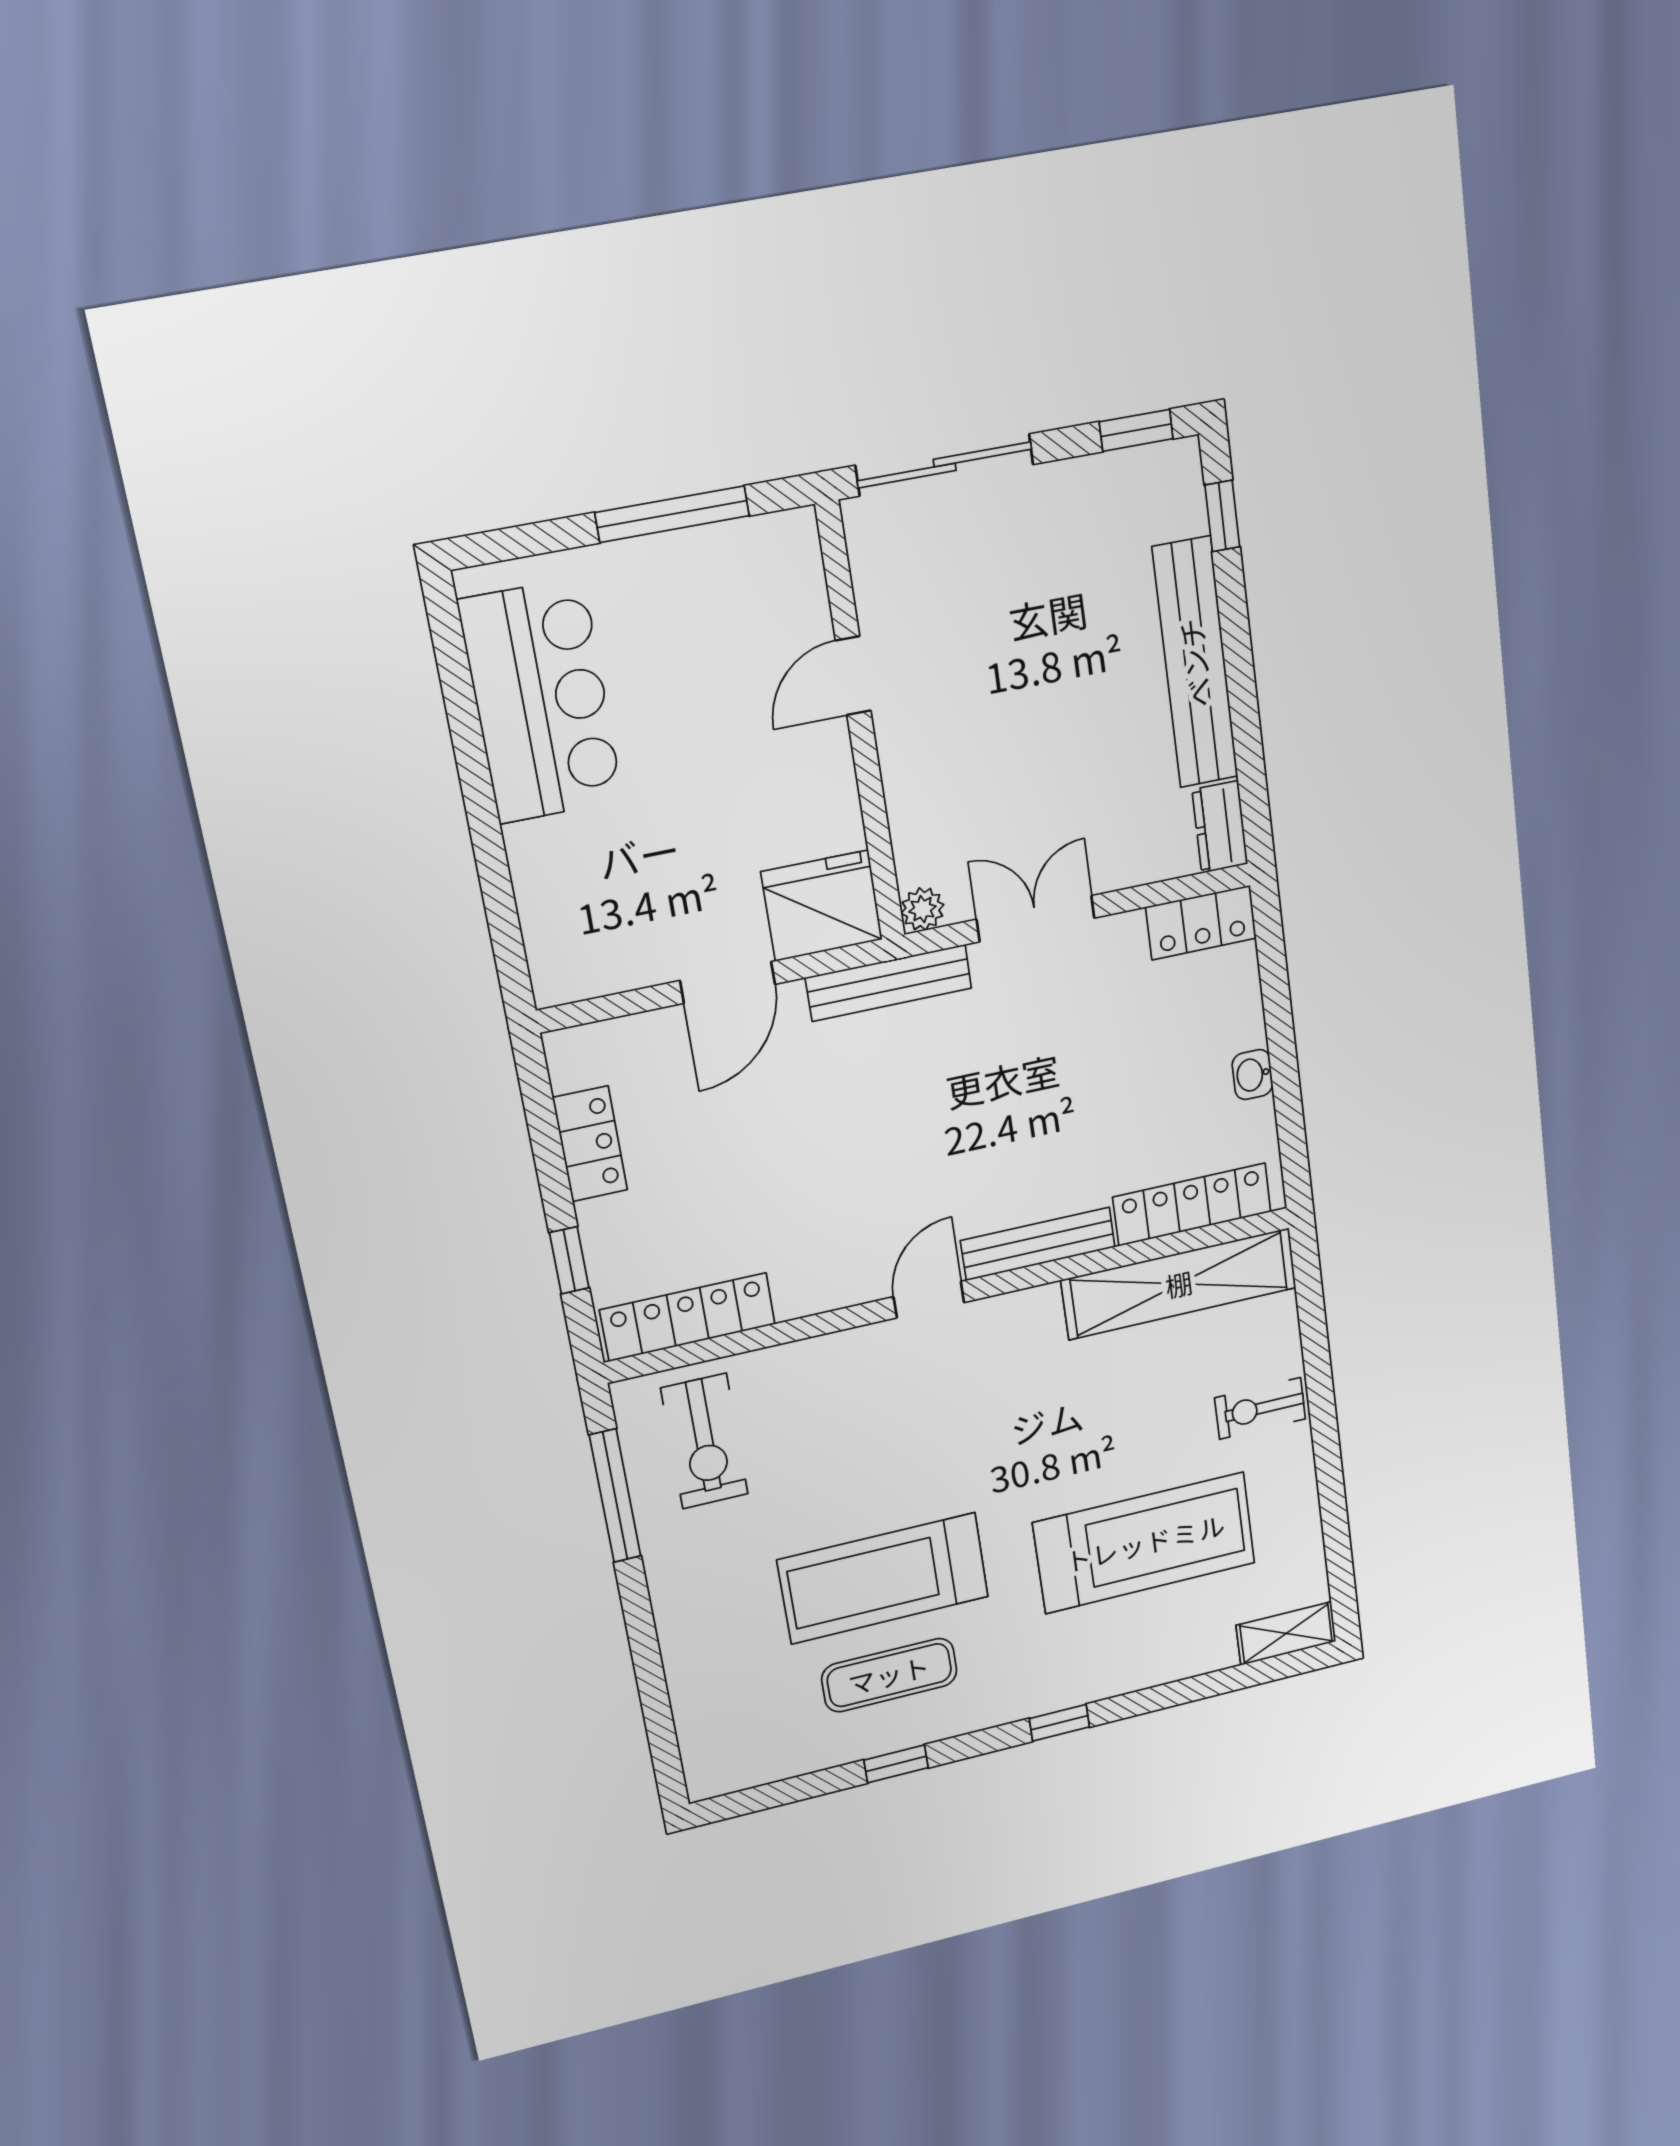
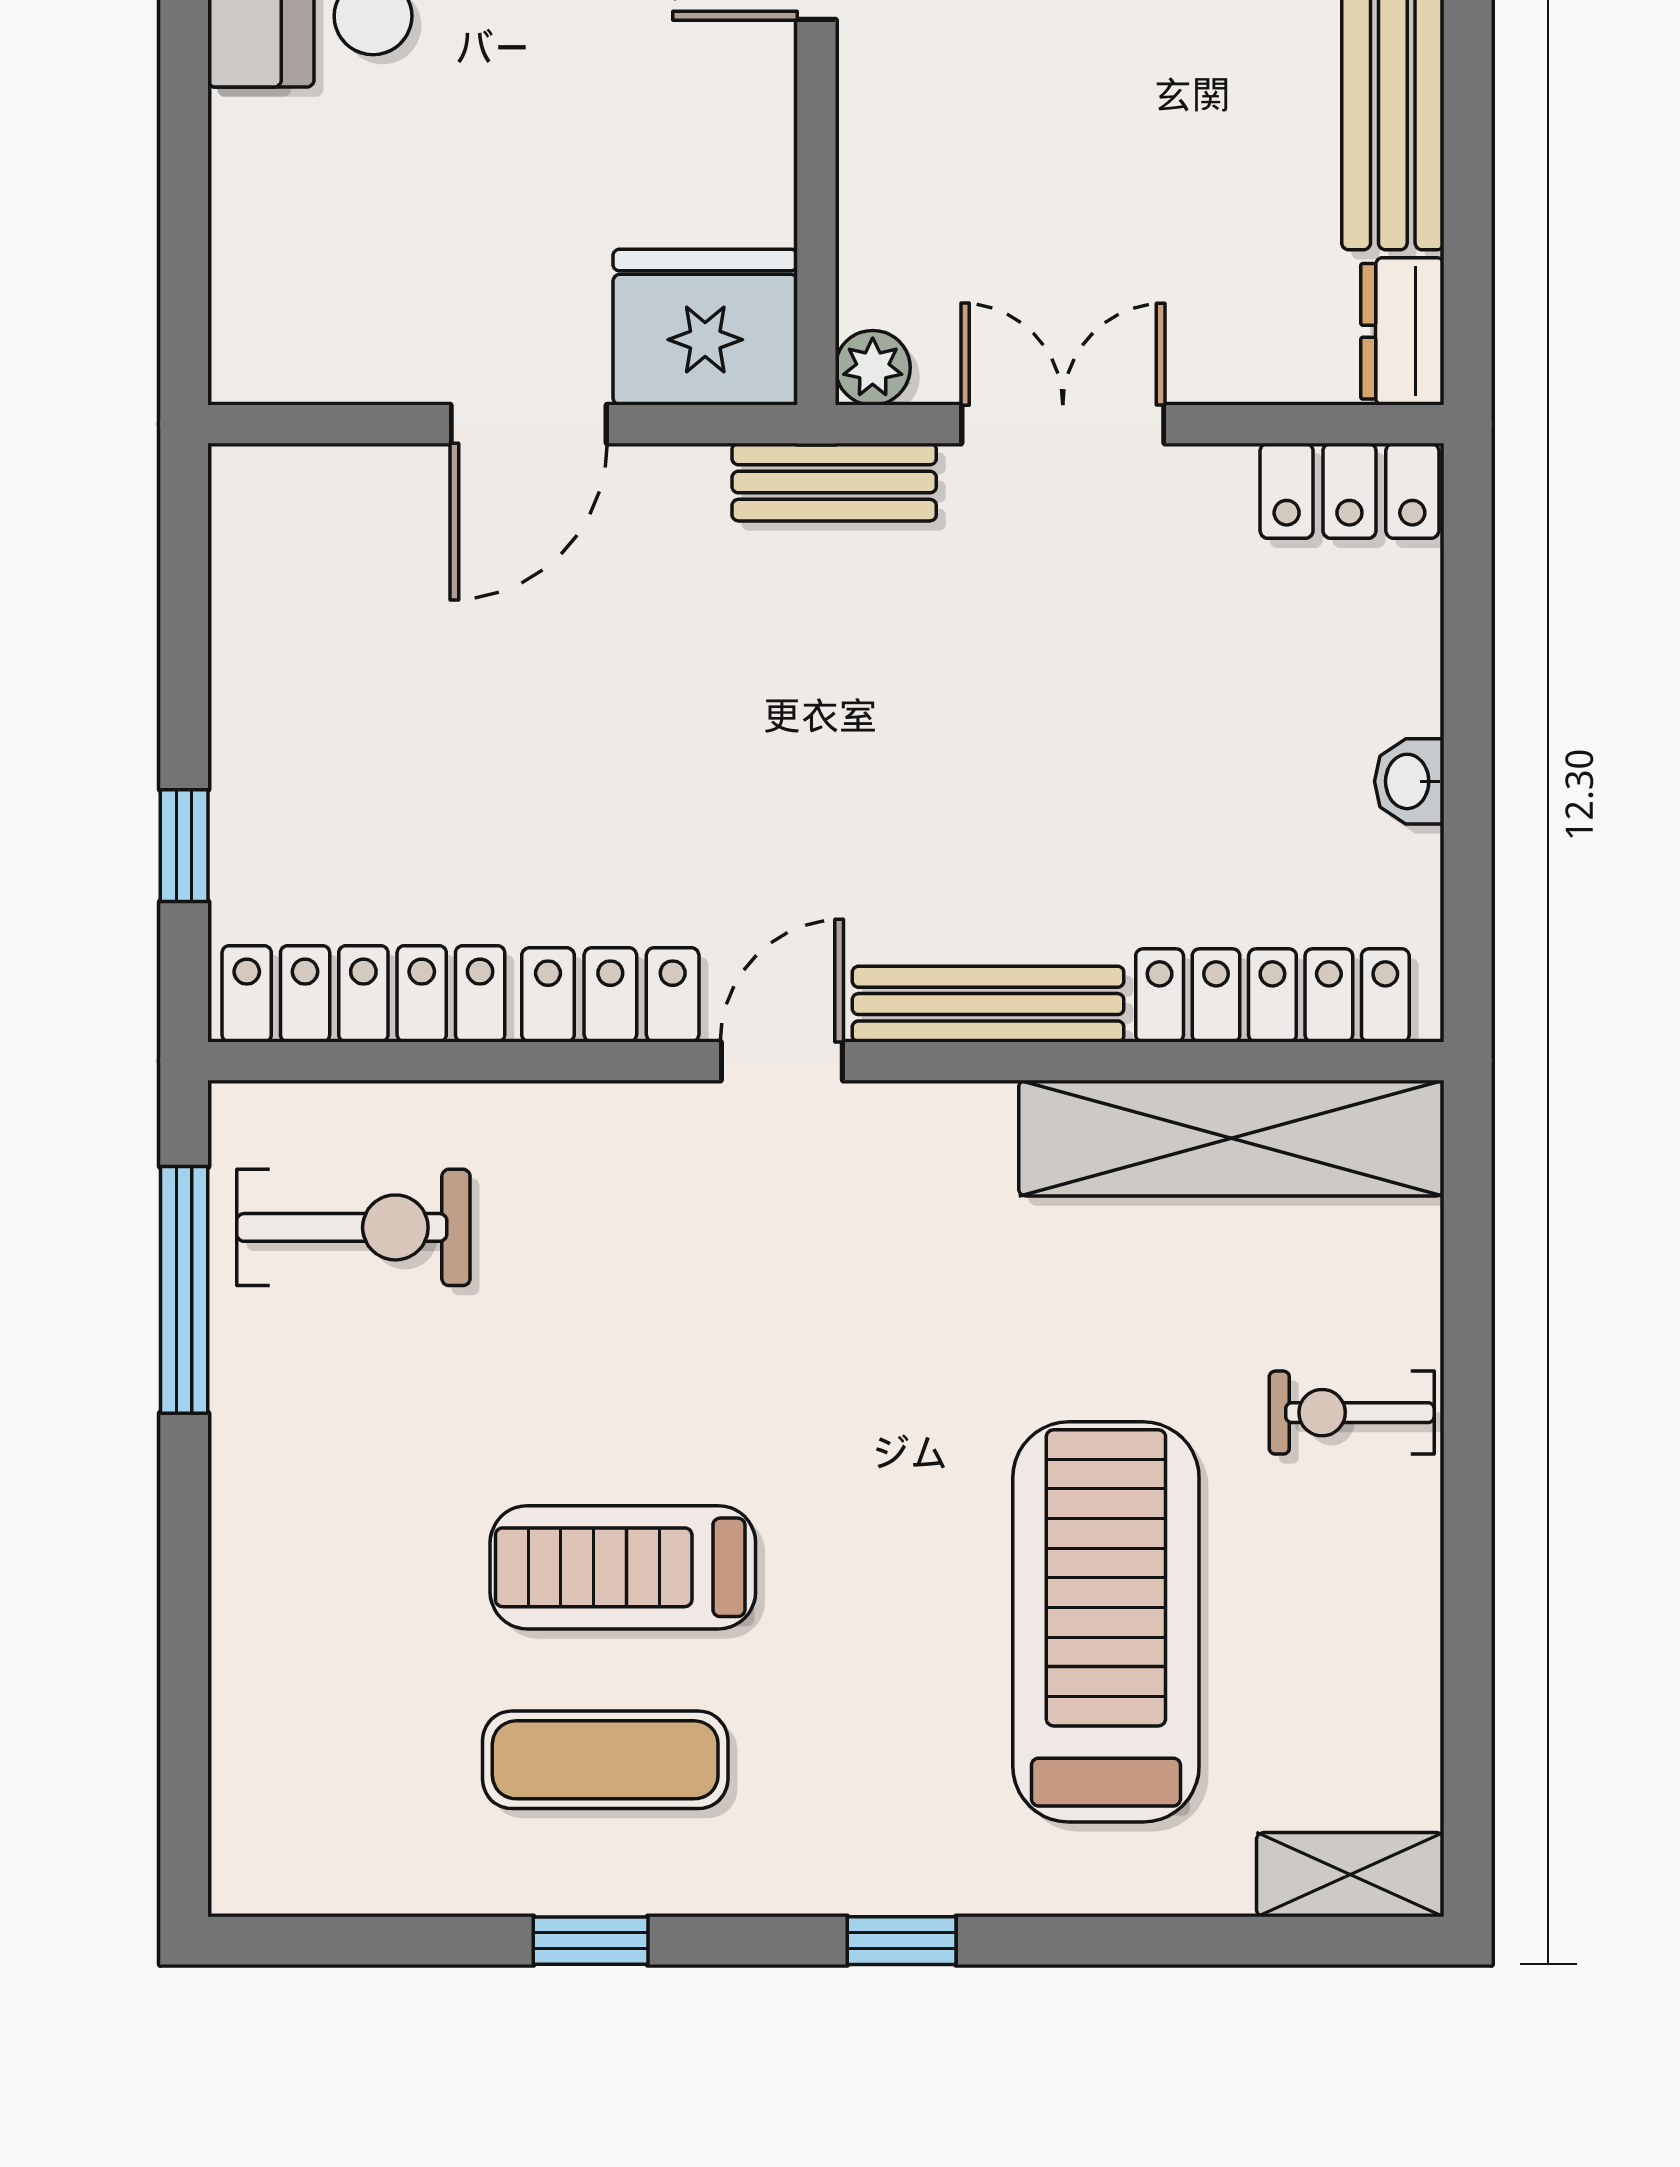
bench: (889, 983) -> (834, 482), width x0.73
locker: (590, 1144) -> (610, 995), moved, turned -90
exercise bike: (704, 1441) -> (353, 1227), turned -90
treadmill: (1145, 1543) -> (1106, 1622), turned -90
treadmill: (883, 1578) -> (623, 1567), width x0.73, depth x0.73

